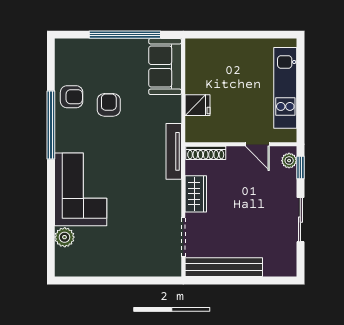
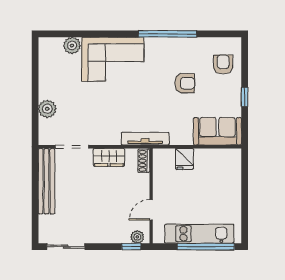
window: (125, 35) -> (245, 97), width x0.32
window: (300, 80) -> (206, 247), added
armchair: (72, 97) -> (223, 64), moved, turned 180
shoe rack: (206, 153) -> (144, 161), width x0.70
sliding door: (300, 220) -> (66, 247), moved
plant: (139, 266) -> (47, 109), added

